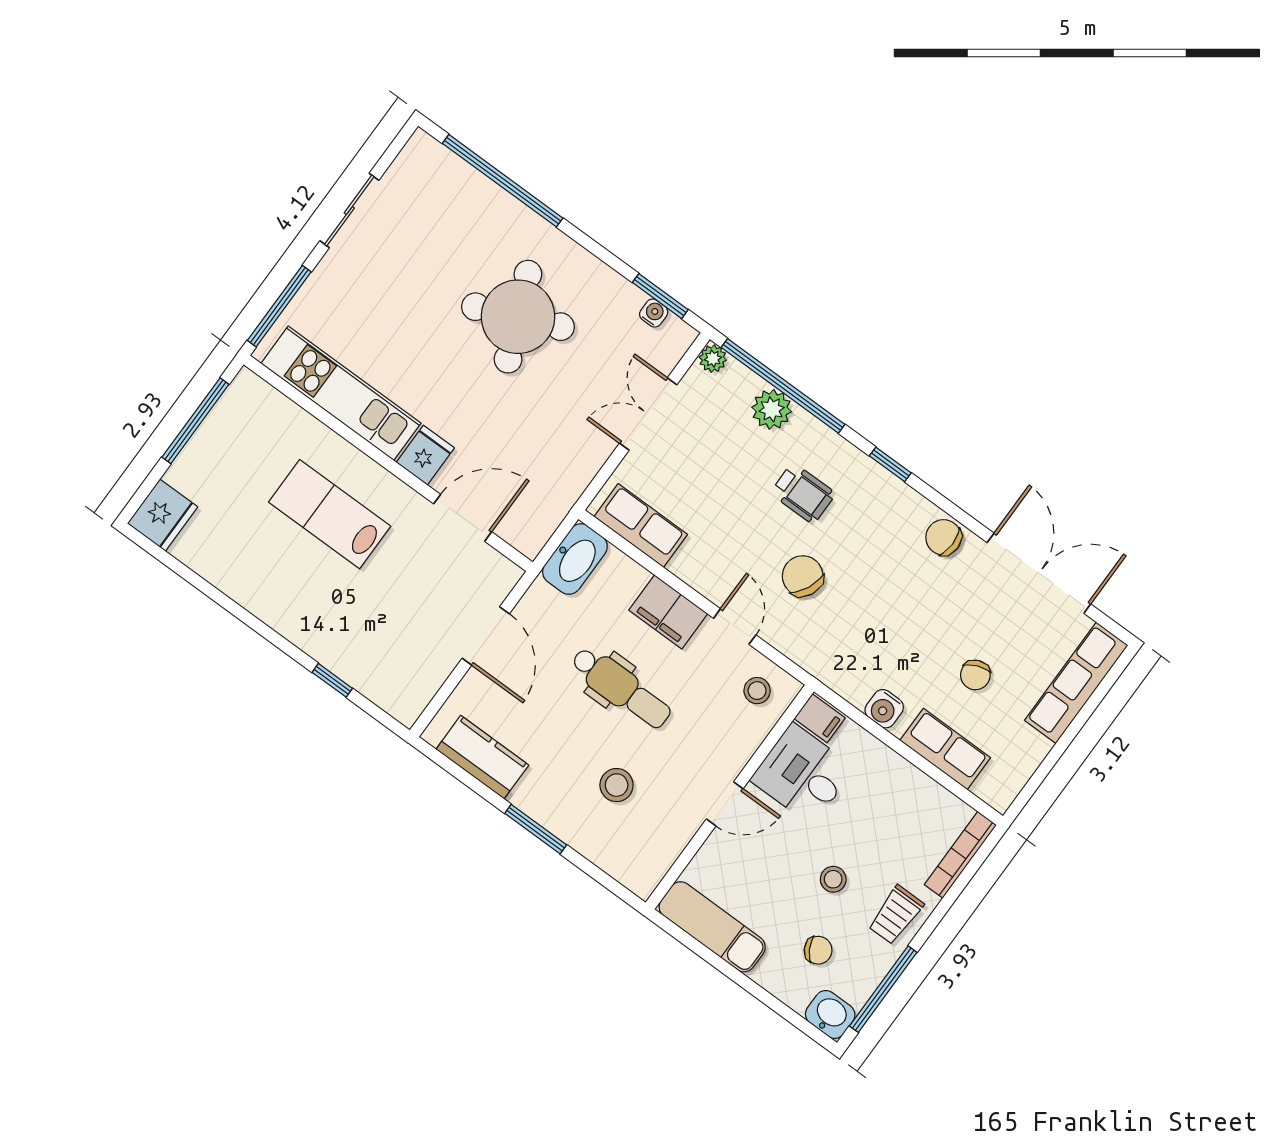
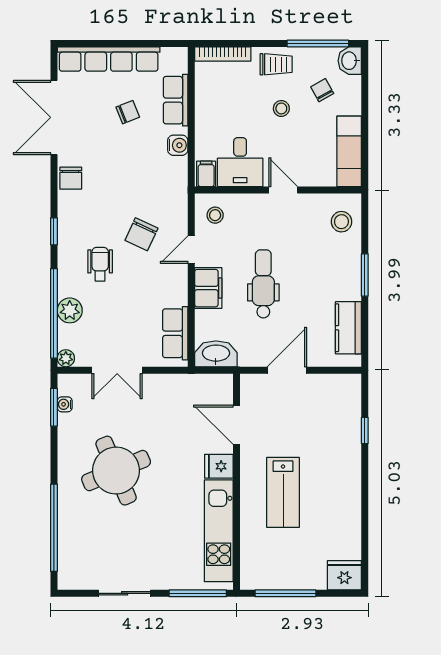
row of seats: (1076, 683) -> (109, 59), width x1.36
stool: (617, 785) -> (341, 222), moved

